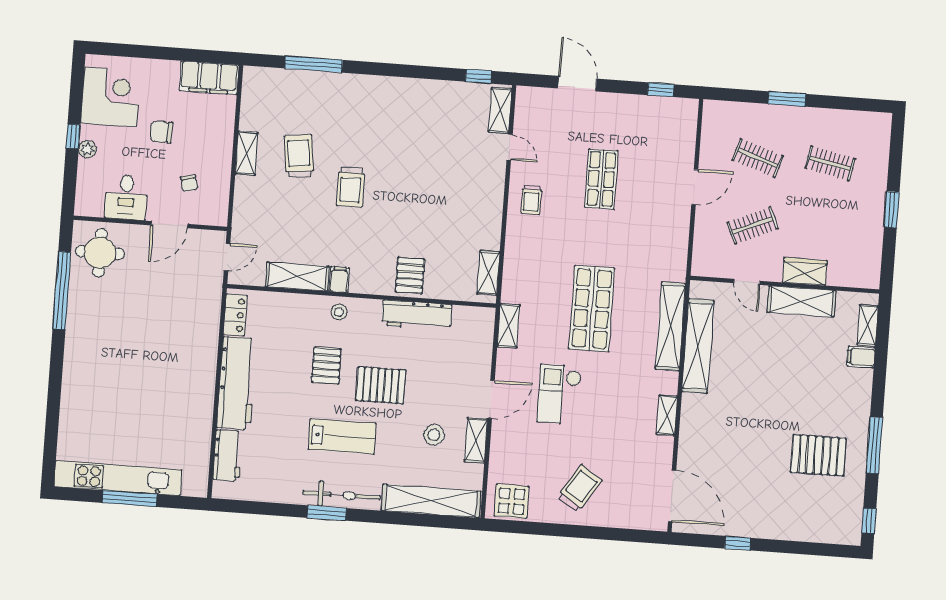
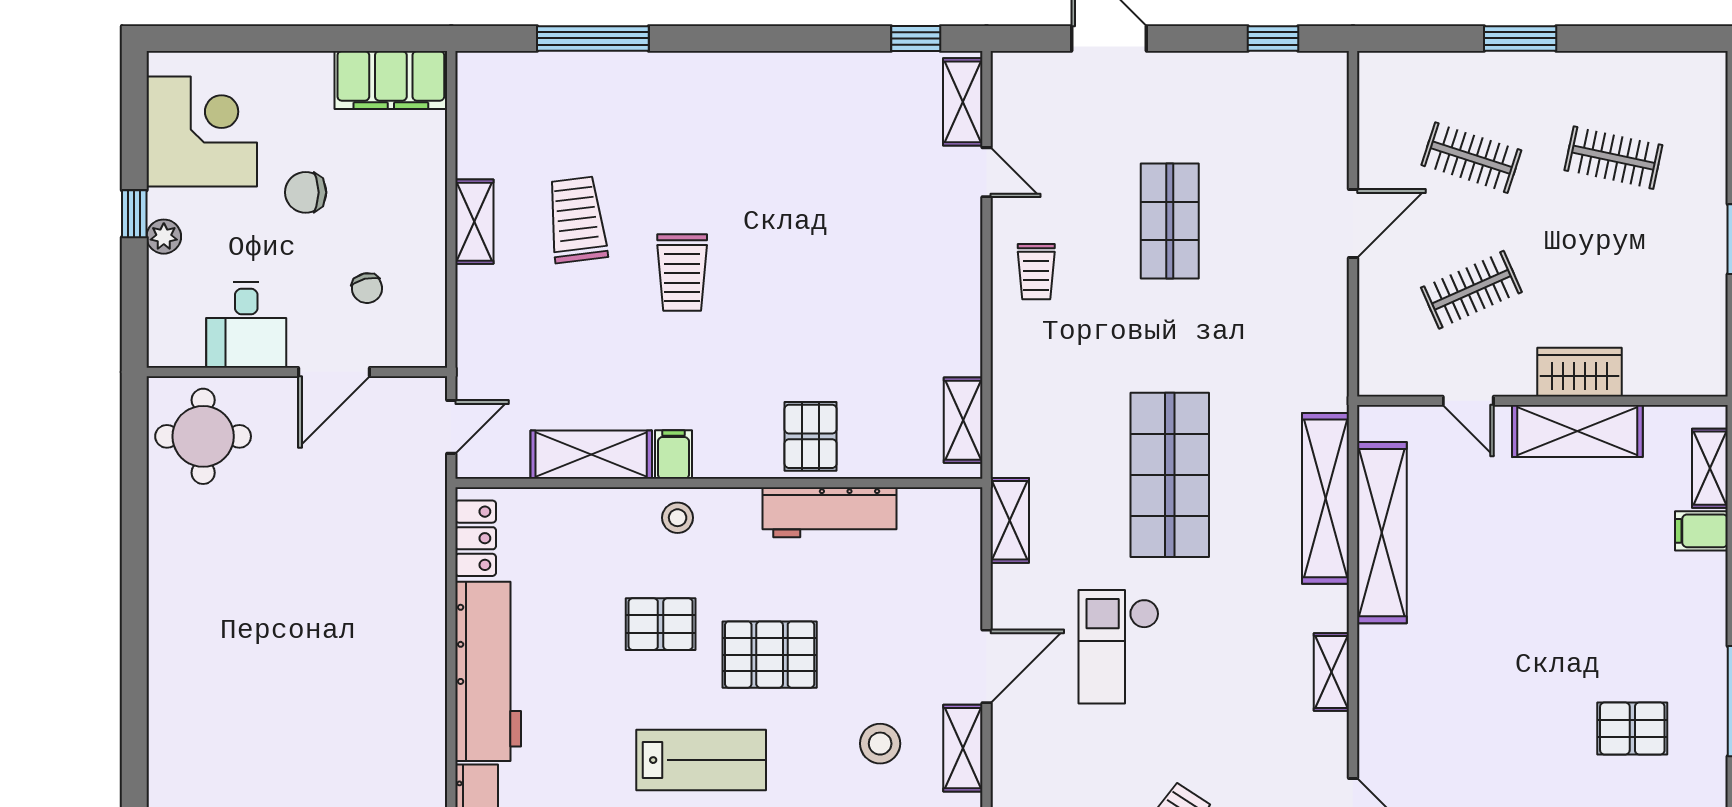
window: (62, 290) -> (134, 516), removed
pallet: (326, 366) -> (661, 624), turned 90
pallet: (818, 455) -> (1632, 728), width x0.67, depth x0.71

